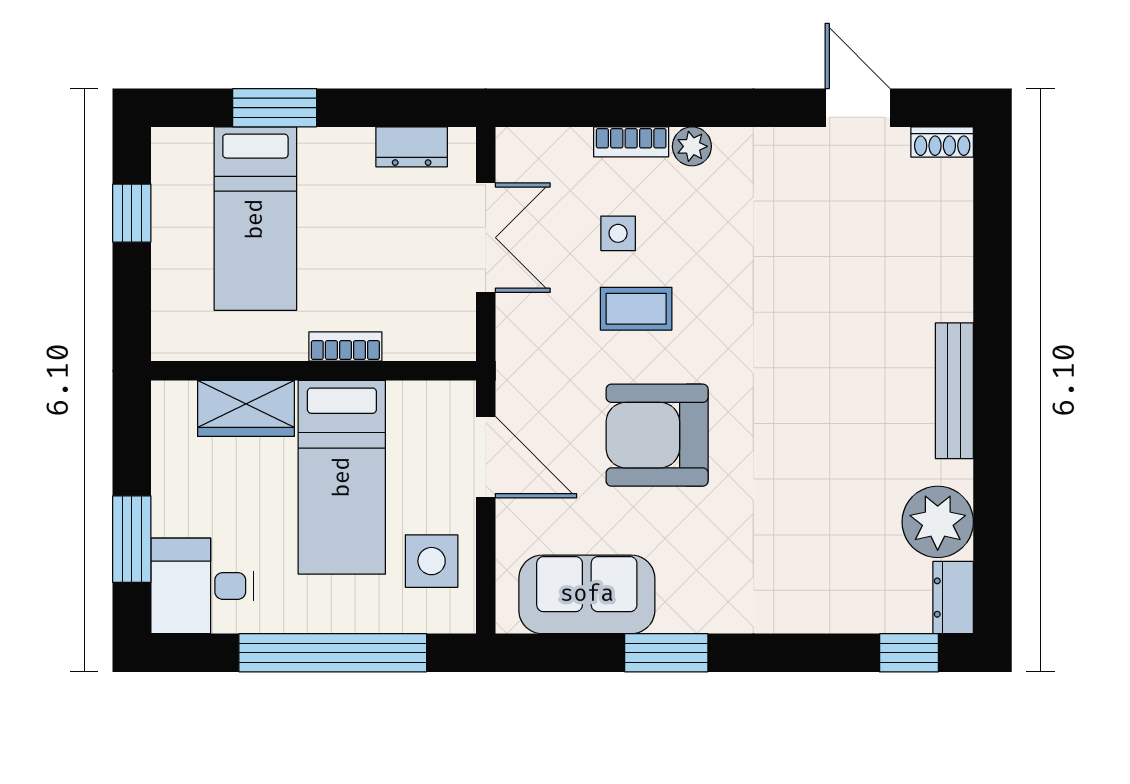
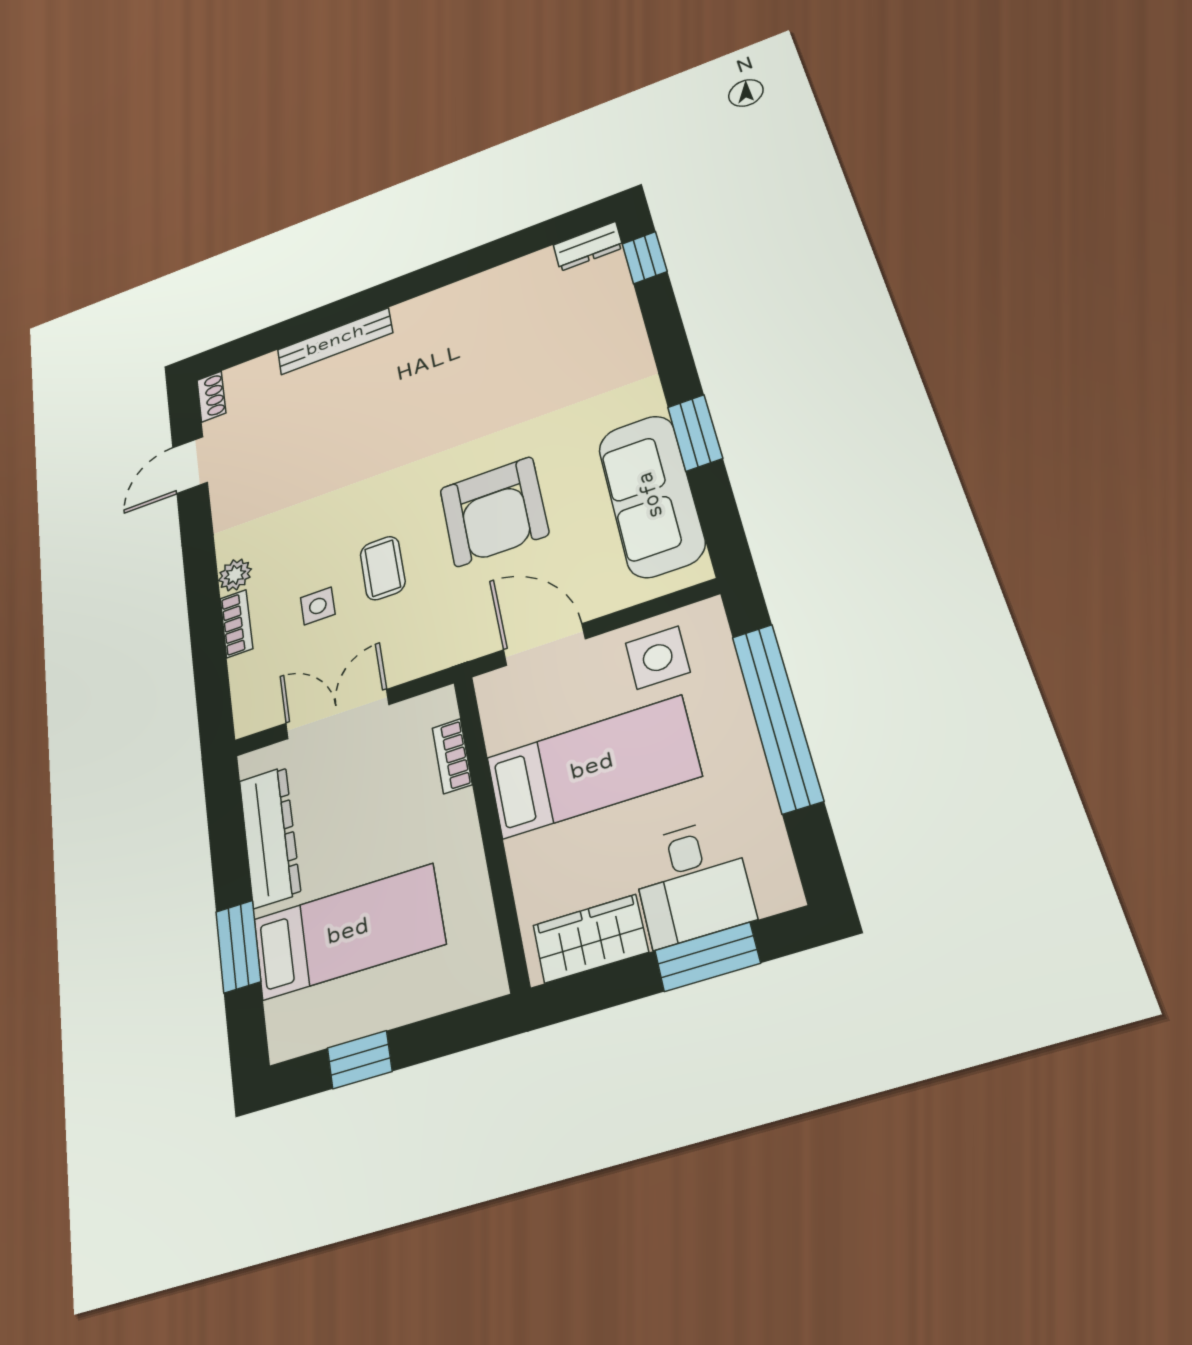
dresser: (412, 147) -> (270, 836), width x1.96, depth x1.24
bookcase: (345, 347) -> (452, 756), moved
bench: (954, 391) -> (335, 341), moved
wardrobe: (246, 408) -> (590, 939), moved, turned -90
door: (486, 457) -> (544, 644), hinge flipped
plant: (938, 522) -> (525, 281), removed
desk: (202, 586) -> (692, 882), moved
sofa: (587, 594) -> (651, 495), width x1.36

